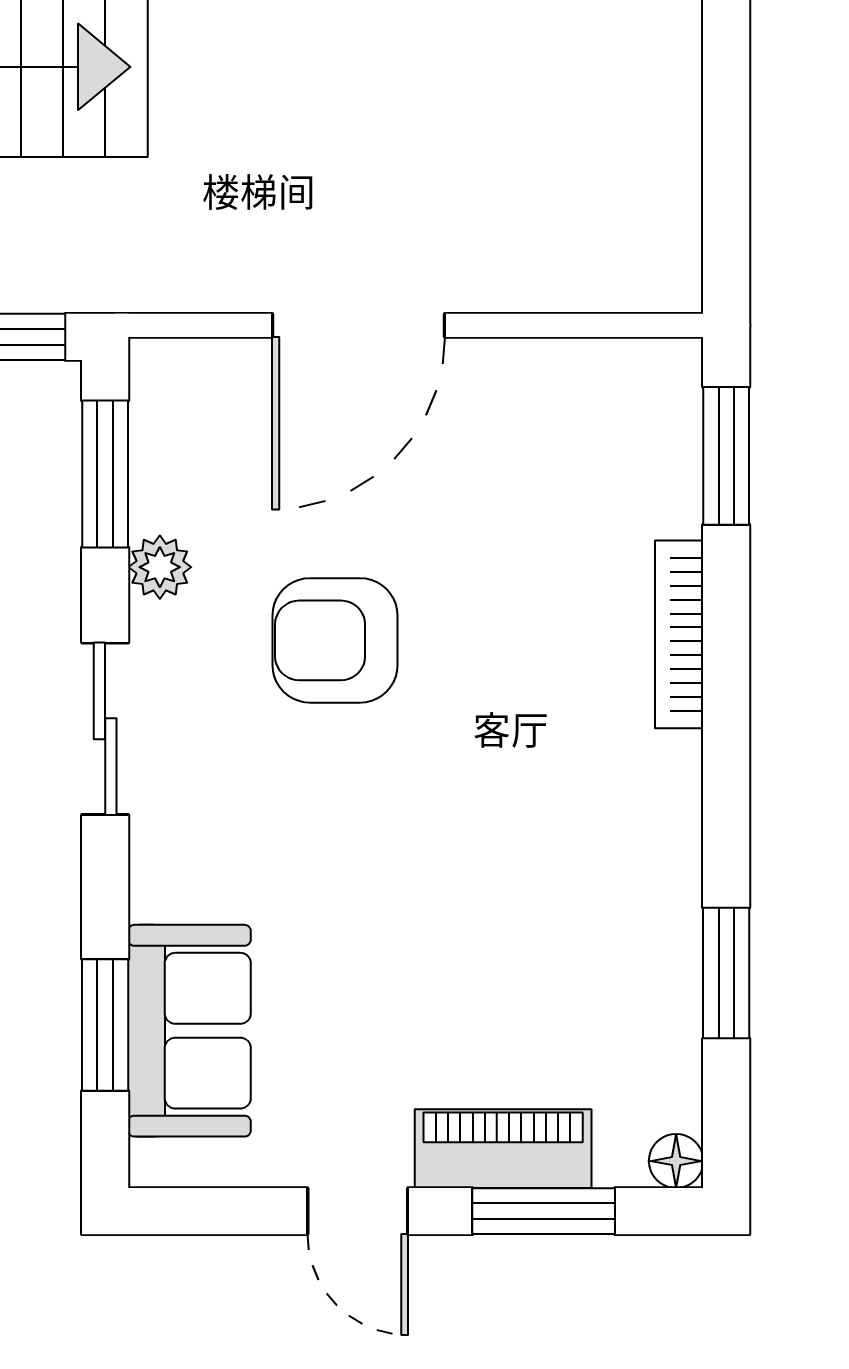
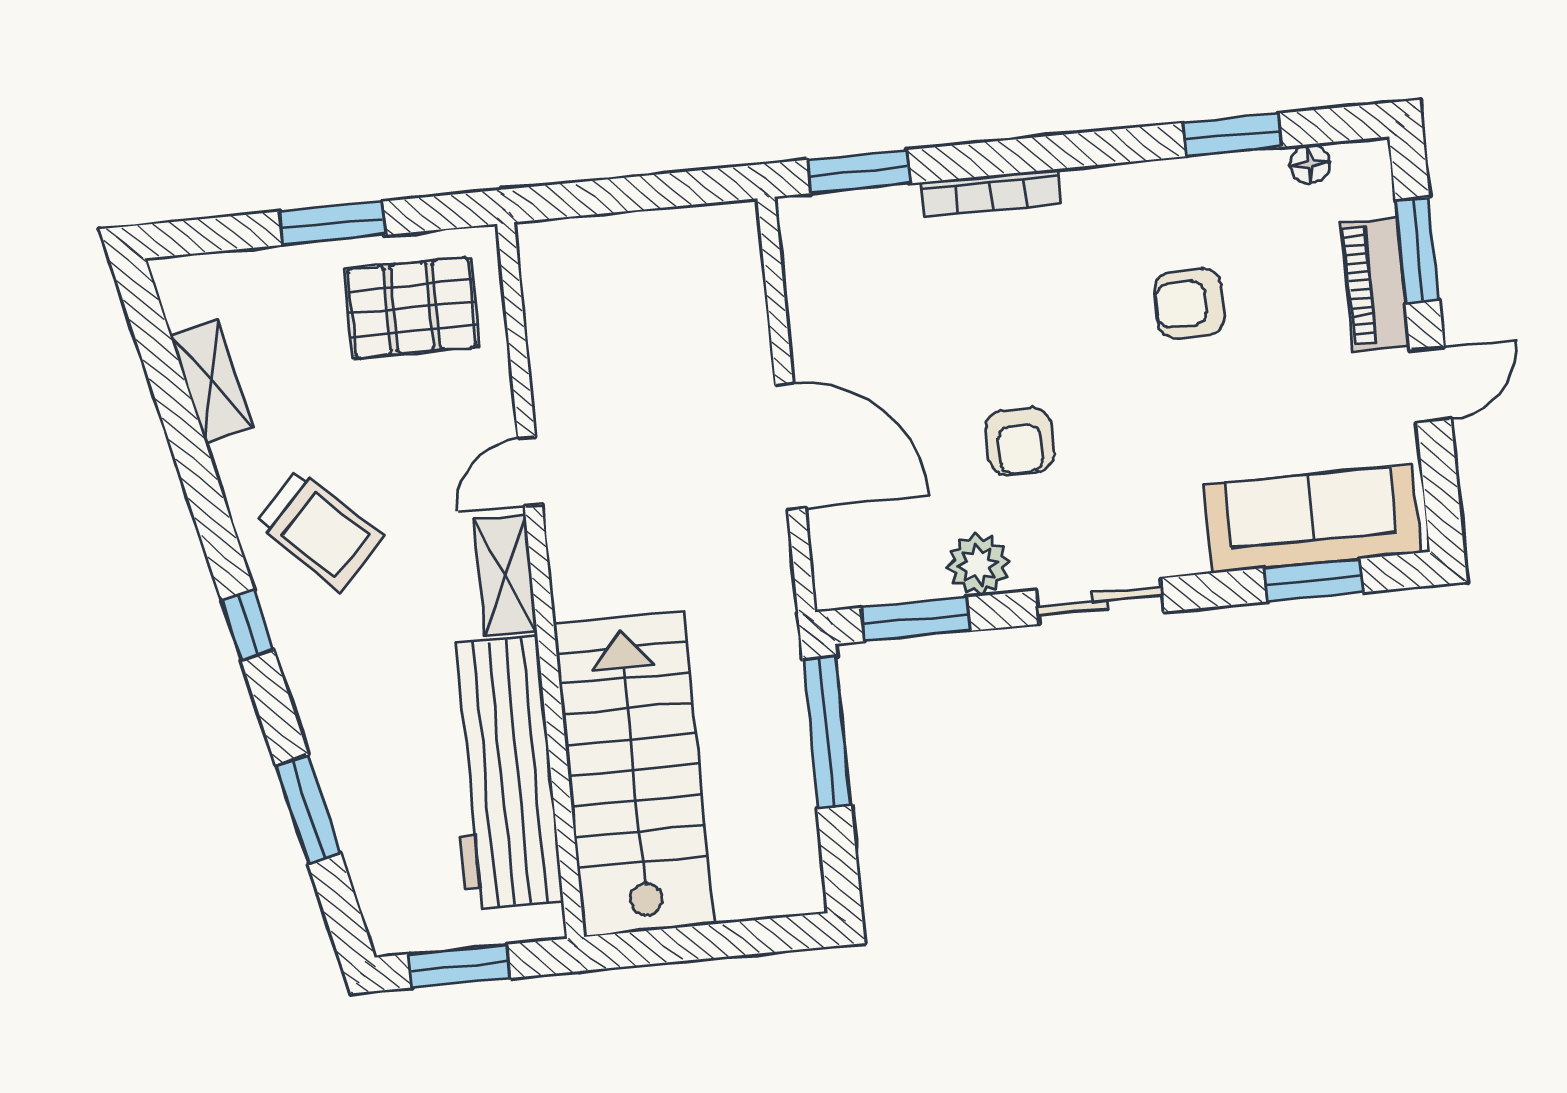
plant: (160, 567) -> (978, 565), width x1.38, depth x1.38
armchair: (335, 640) -> (1020, 441), width x0.72, depth x0.72
armchair: (501, 891) -> (1189, 304), added
sofa: (189, 1031) -> (1312, 519), width x1.36
floor lamp: (676, 1161) -> (1310, 164), moved

